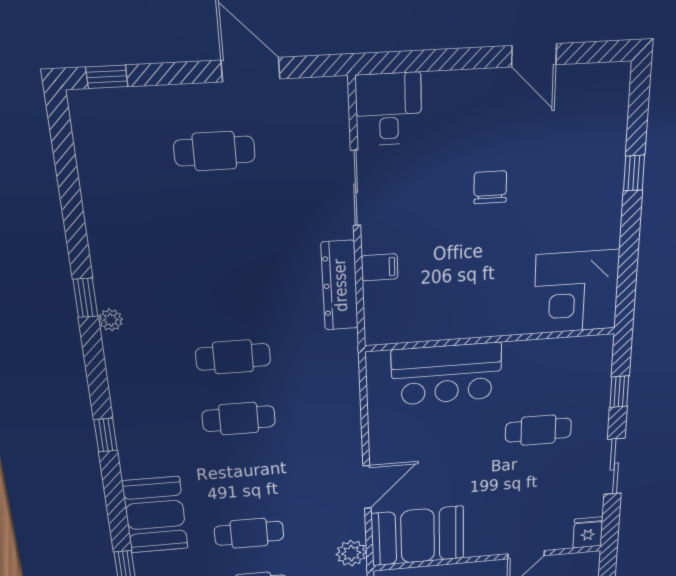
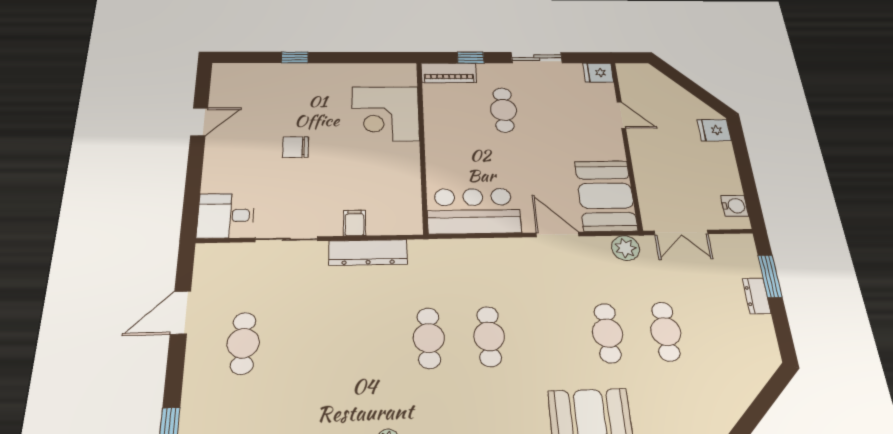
corner desk: (576, 292) -> (386, 114), moved, turned 90
piano: (597, 367) -> (449, 73), added
bar counter: (447, 374) -> (474, 211), moved, turned -90

